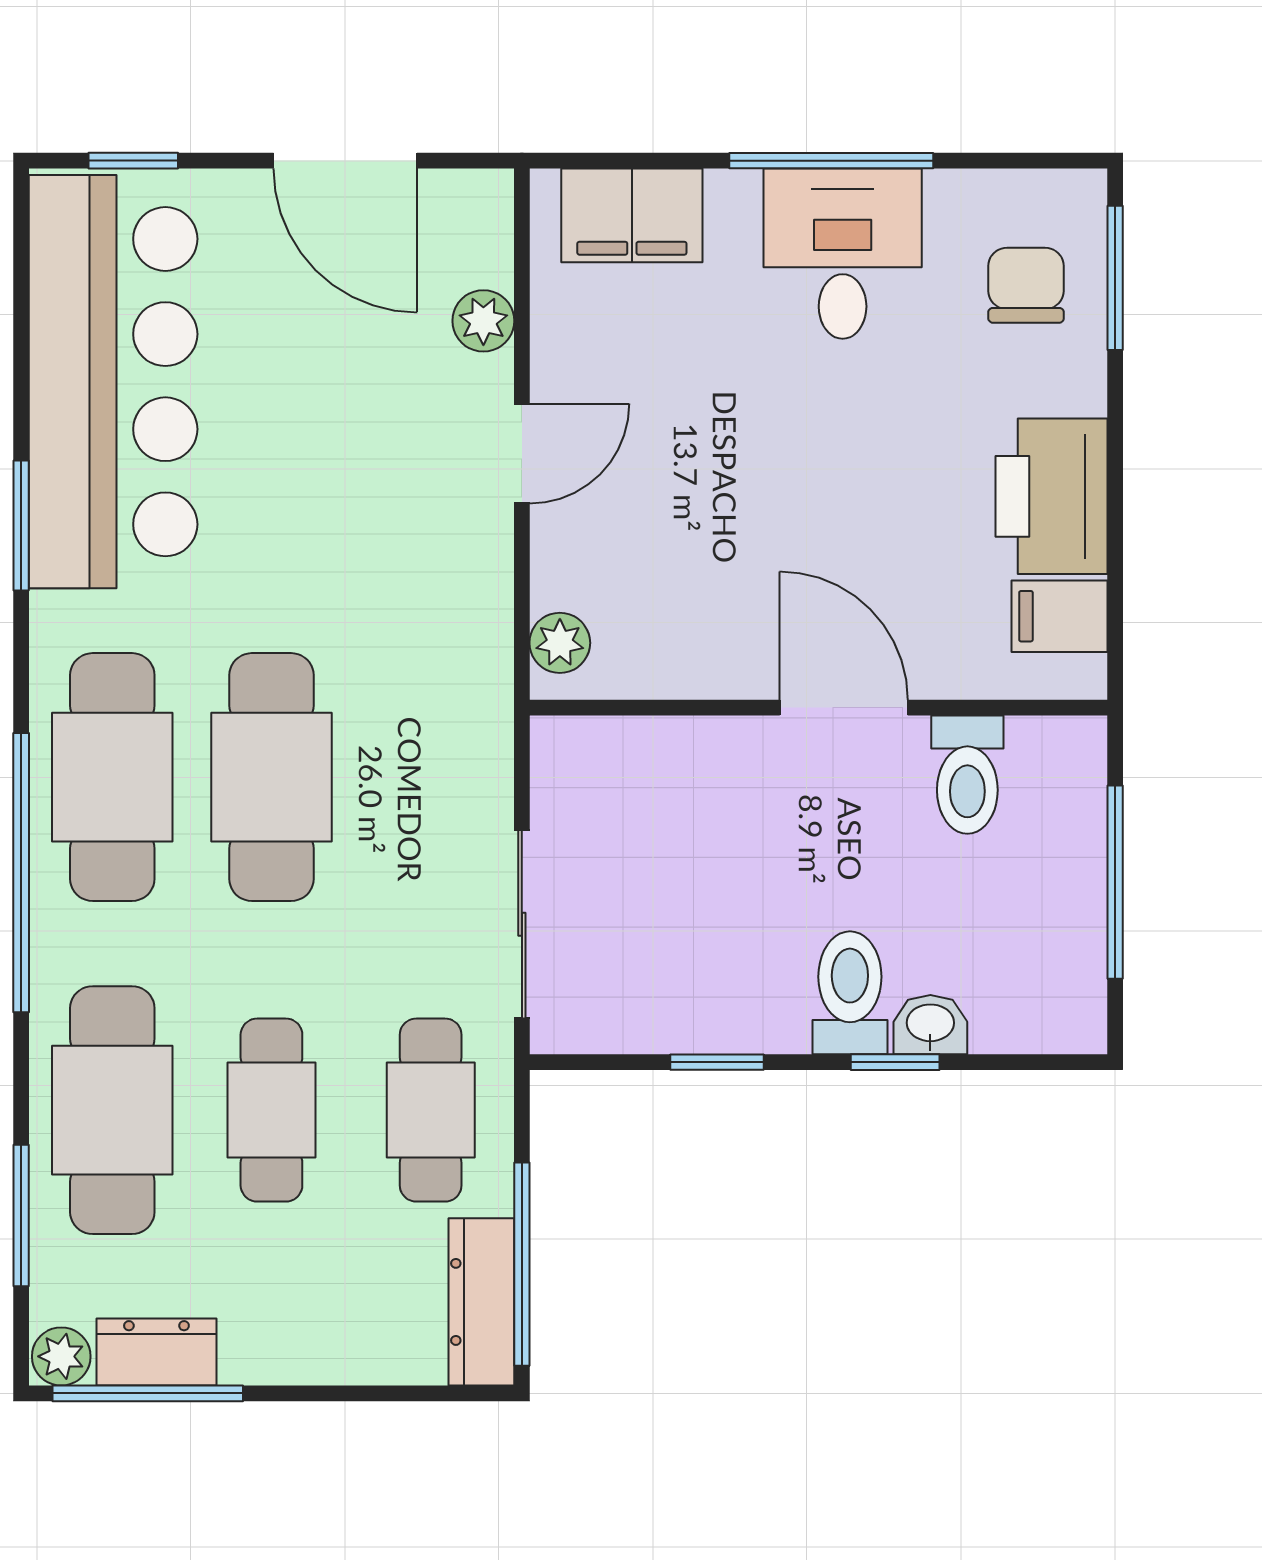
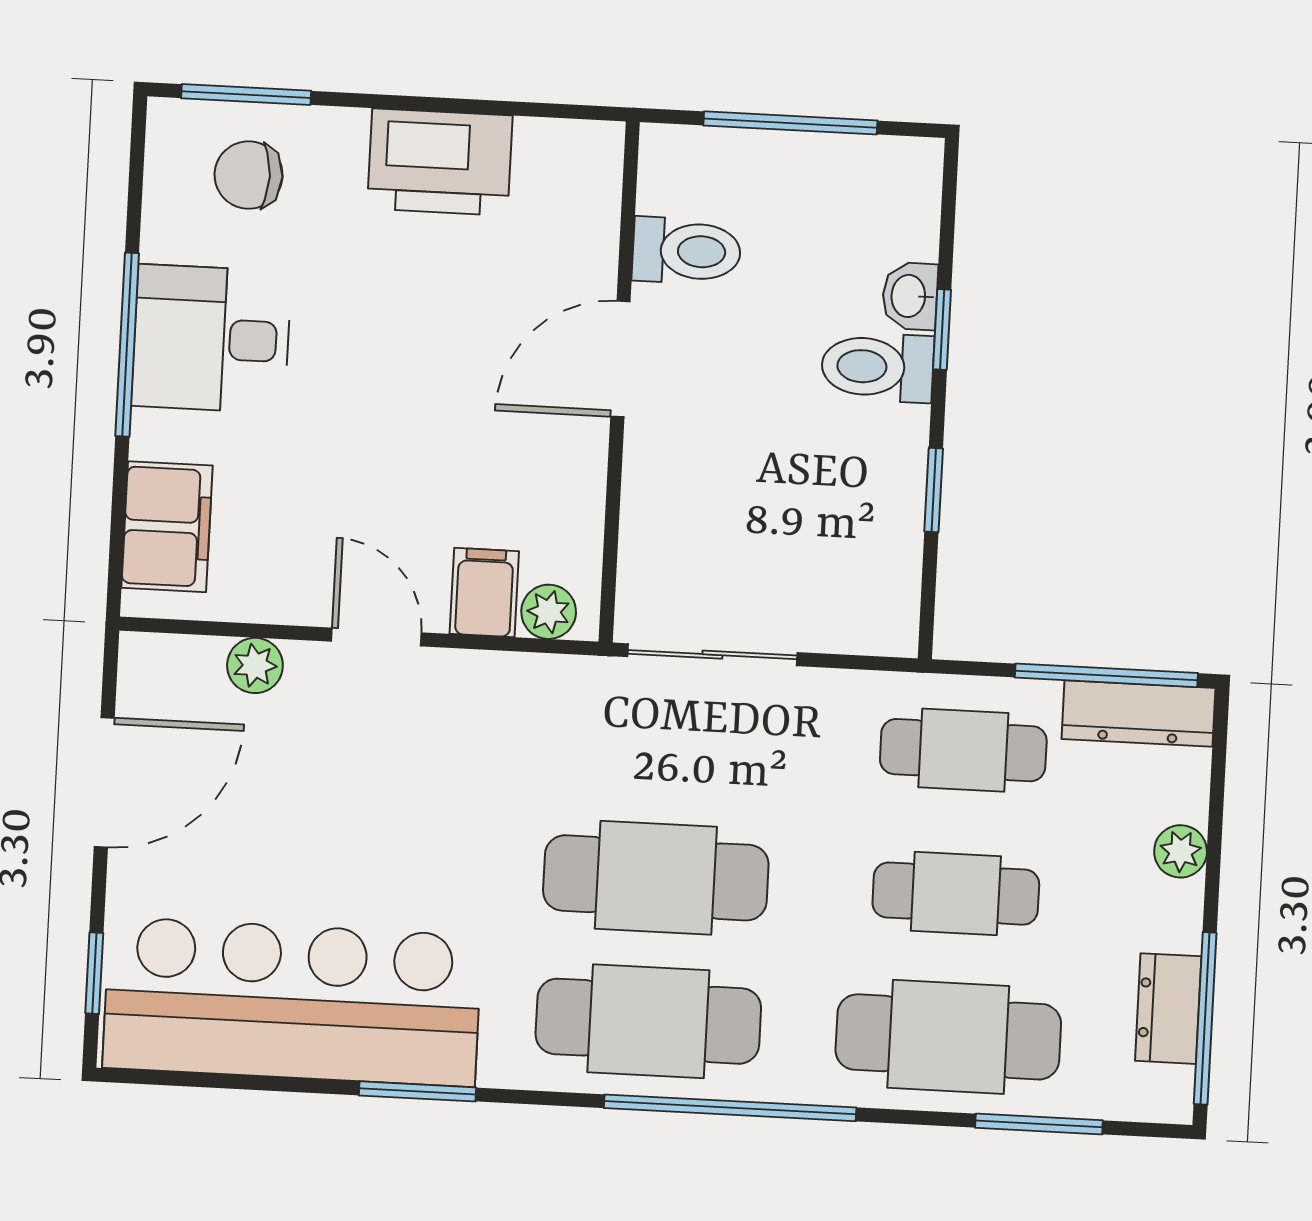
filing cabinet: (1059, 616) -> (484, 592), moved, turned 180
sliding door: (522, 924) -> (712, 655), moved
plant: (61, 1356) -> (1181, 851), moved

